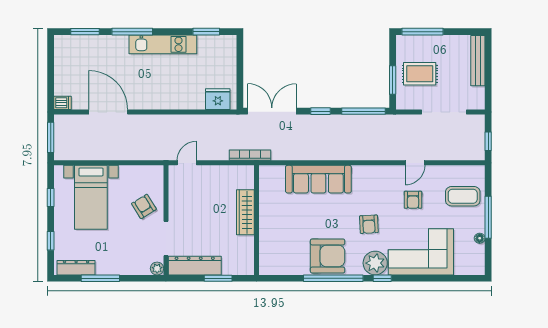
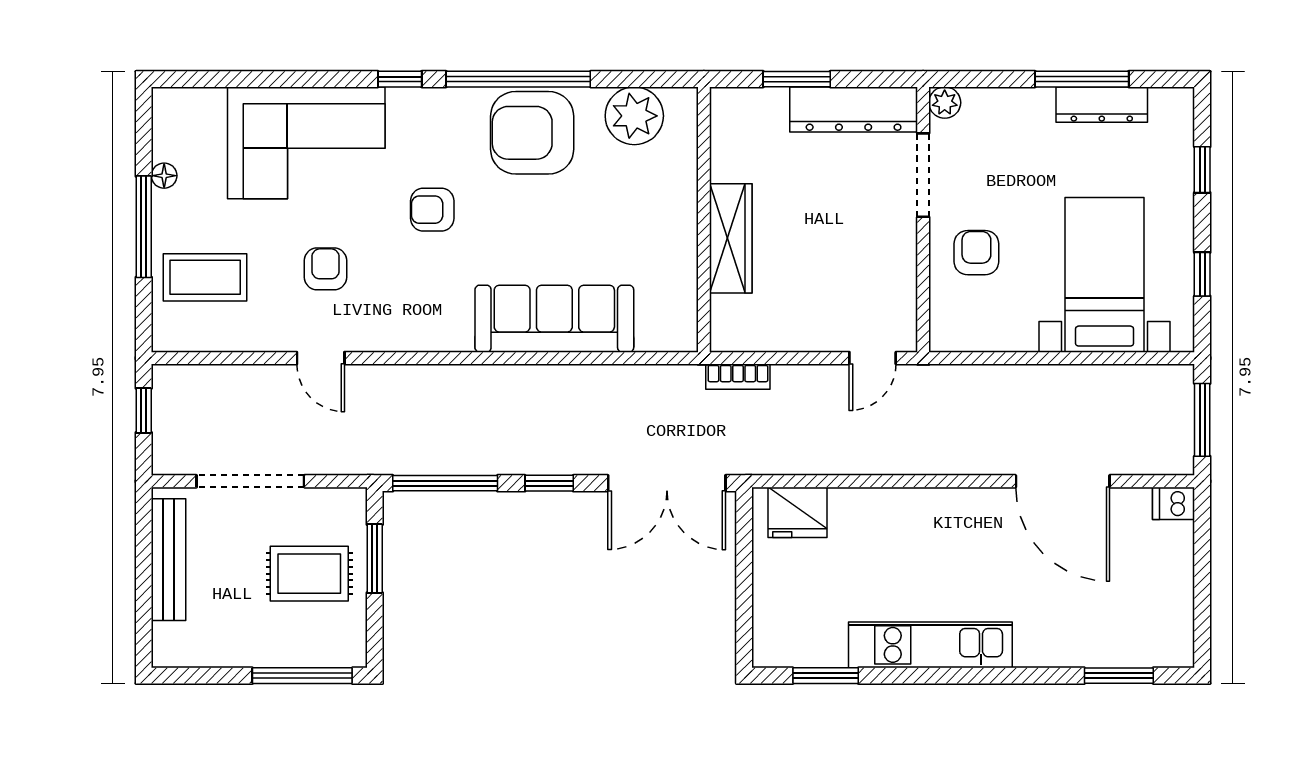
window: (132, 32) -> (1005, 676), removed
bench: (478, 61) -> (169, 560), moved
bookcase: (250, 155) -> (738, 377), width x0.64
door: (415, 163) -> (321, 358), swing flipped
armchair: (144, 206) -> (976, 253), turned -148
armchair: (369, 224) -> (432, 210), turned -87
plant: (375, 263) -> (634, 116), moved
dresser: (76, 268) -> (1102, 105), moved

